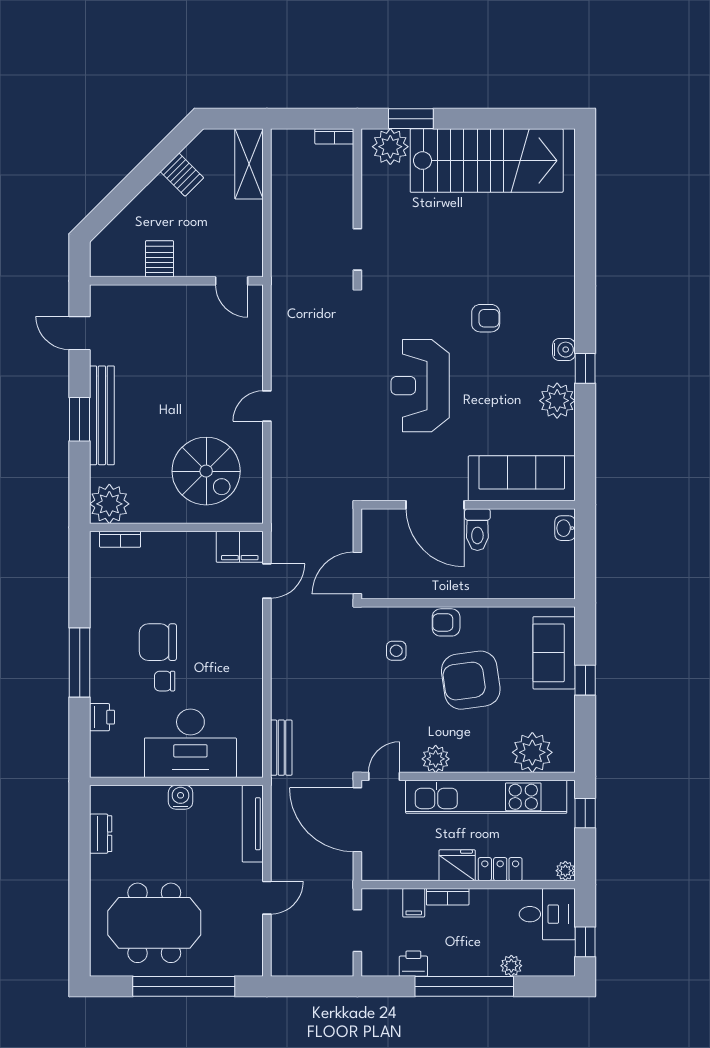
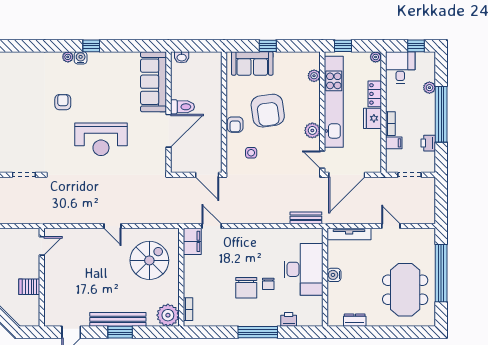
plant: (557, 401) -> (68, 57), moved, width x0.53, depth x0.53
plant: (532, 752) -> (314, 76), width x0.53, depth x0.53

